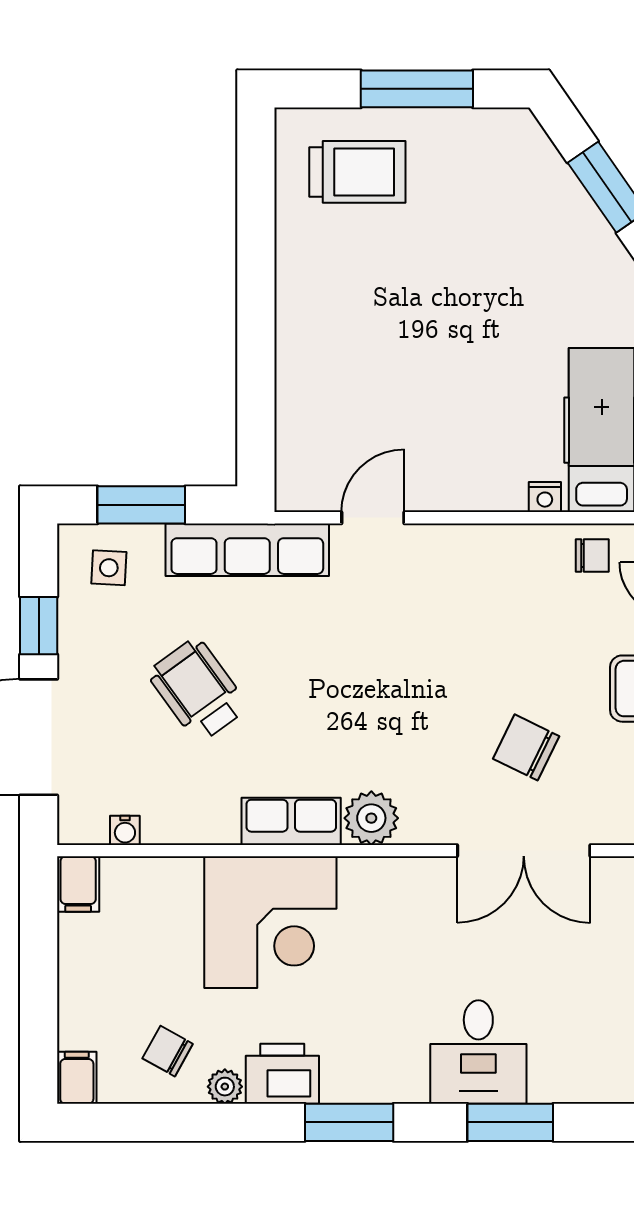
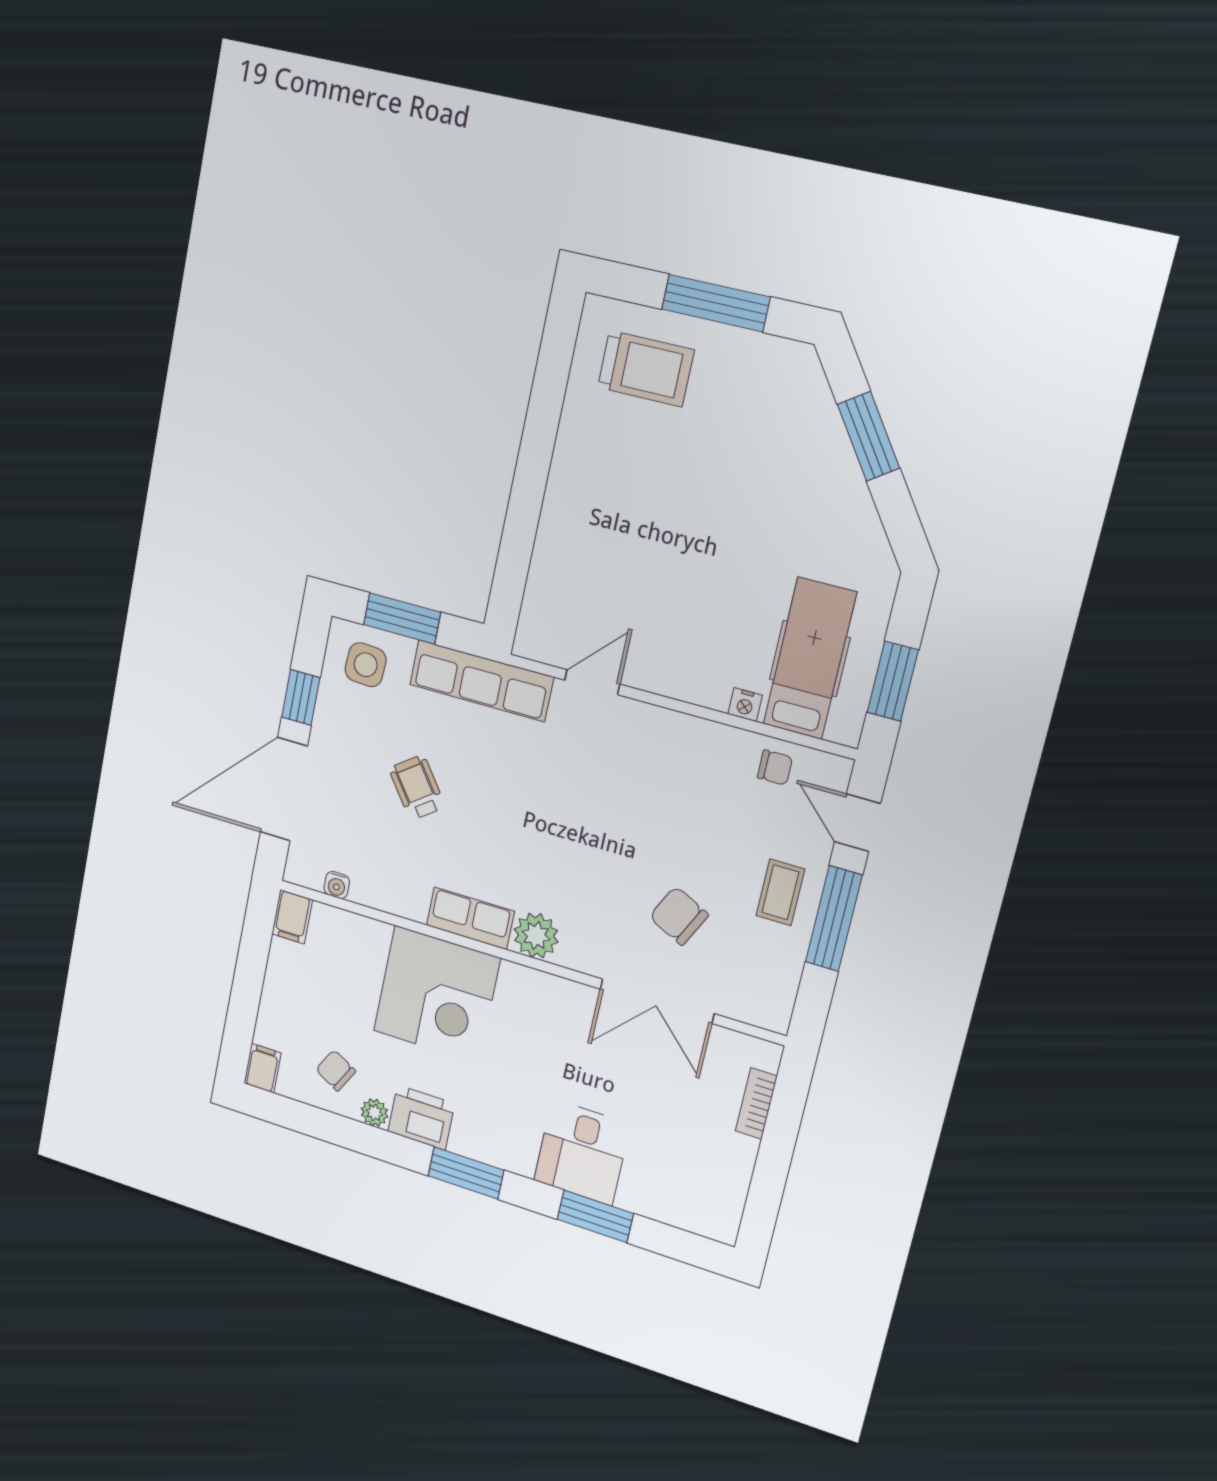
side table: (109, 568) -> (366, 665), width x1.37, depth x1.37
wheelchair: (198, 690) -> (417, 787), width x0.73, depth x0.73

